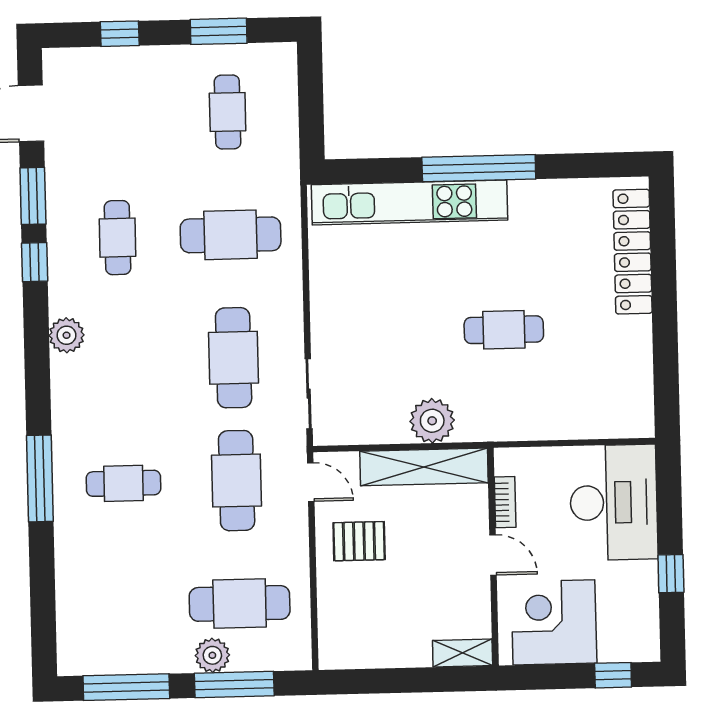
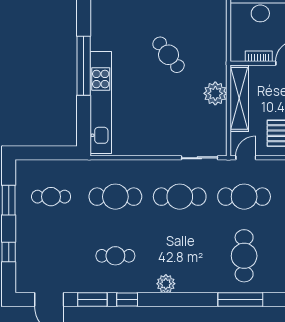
cafe table: (231, 235) -> (115, 197), turned 90
cafe table: (504, 330) -> (169, 55), turned -38
cafe table: (123, 483) -> (244, 256), width x1.37, depth x1.35

